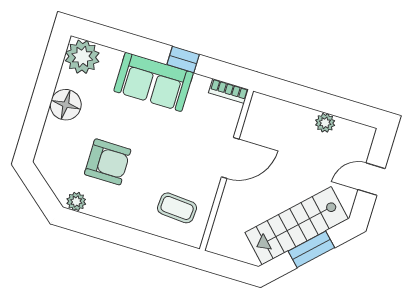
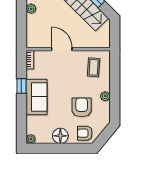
plant: (82, 57) -> (31, 139), width x0.53, depth x0.53
armchair: (57, 153) -> (85, 133), added
plant: (76, 201) -> (105, 96), moved

